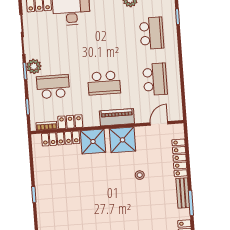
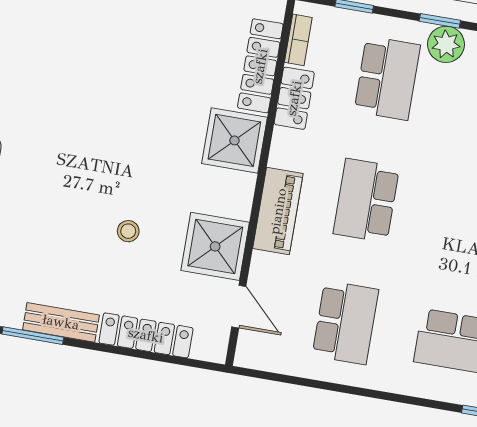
school desk: (155, 79) -> (345, 323), turned -90
shower: (123, 140) -> (215, 246), moved

